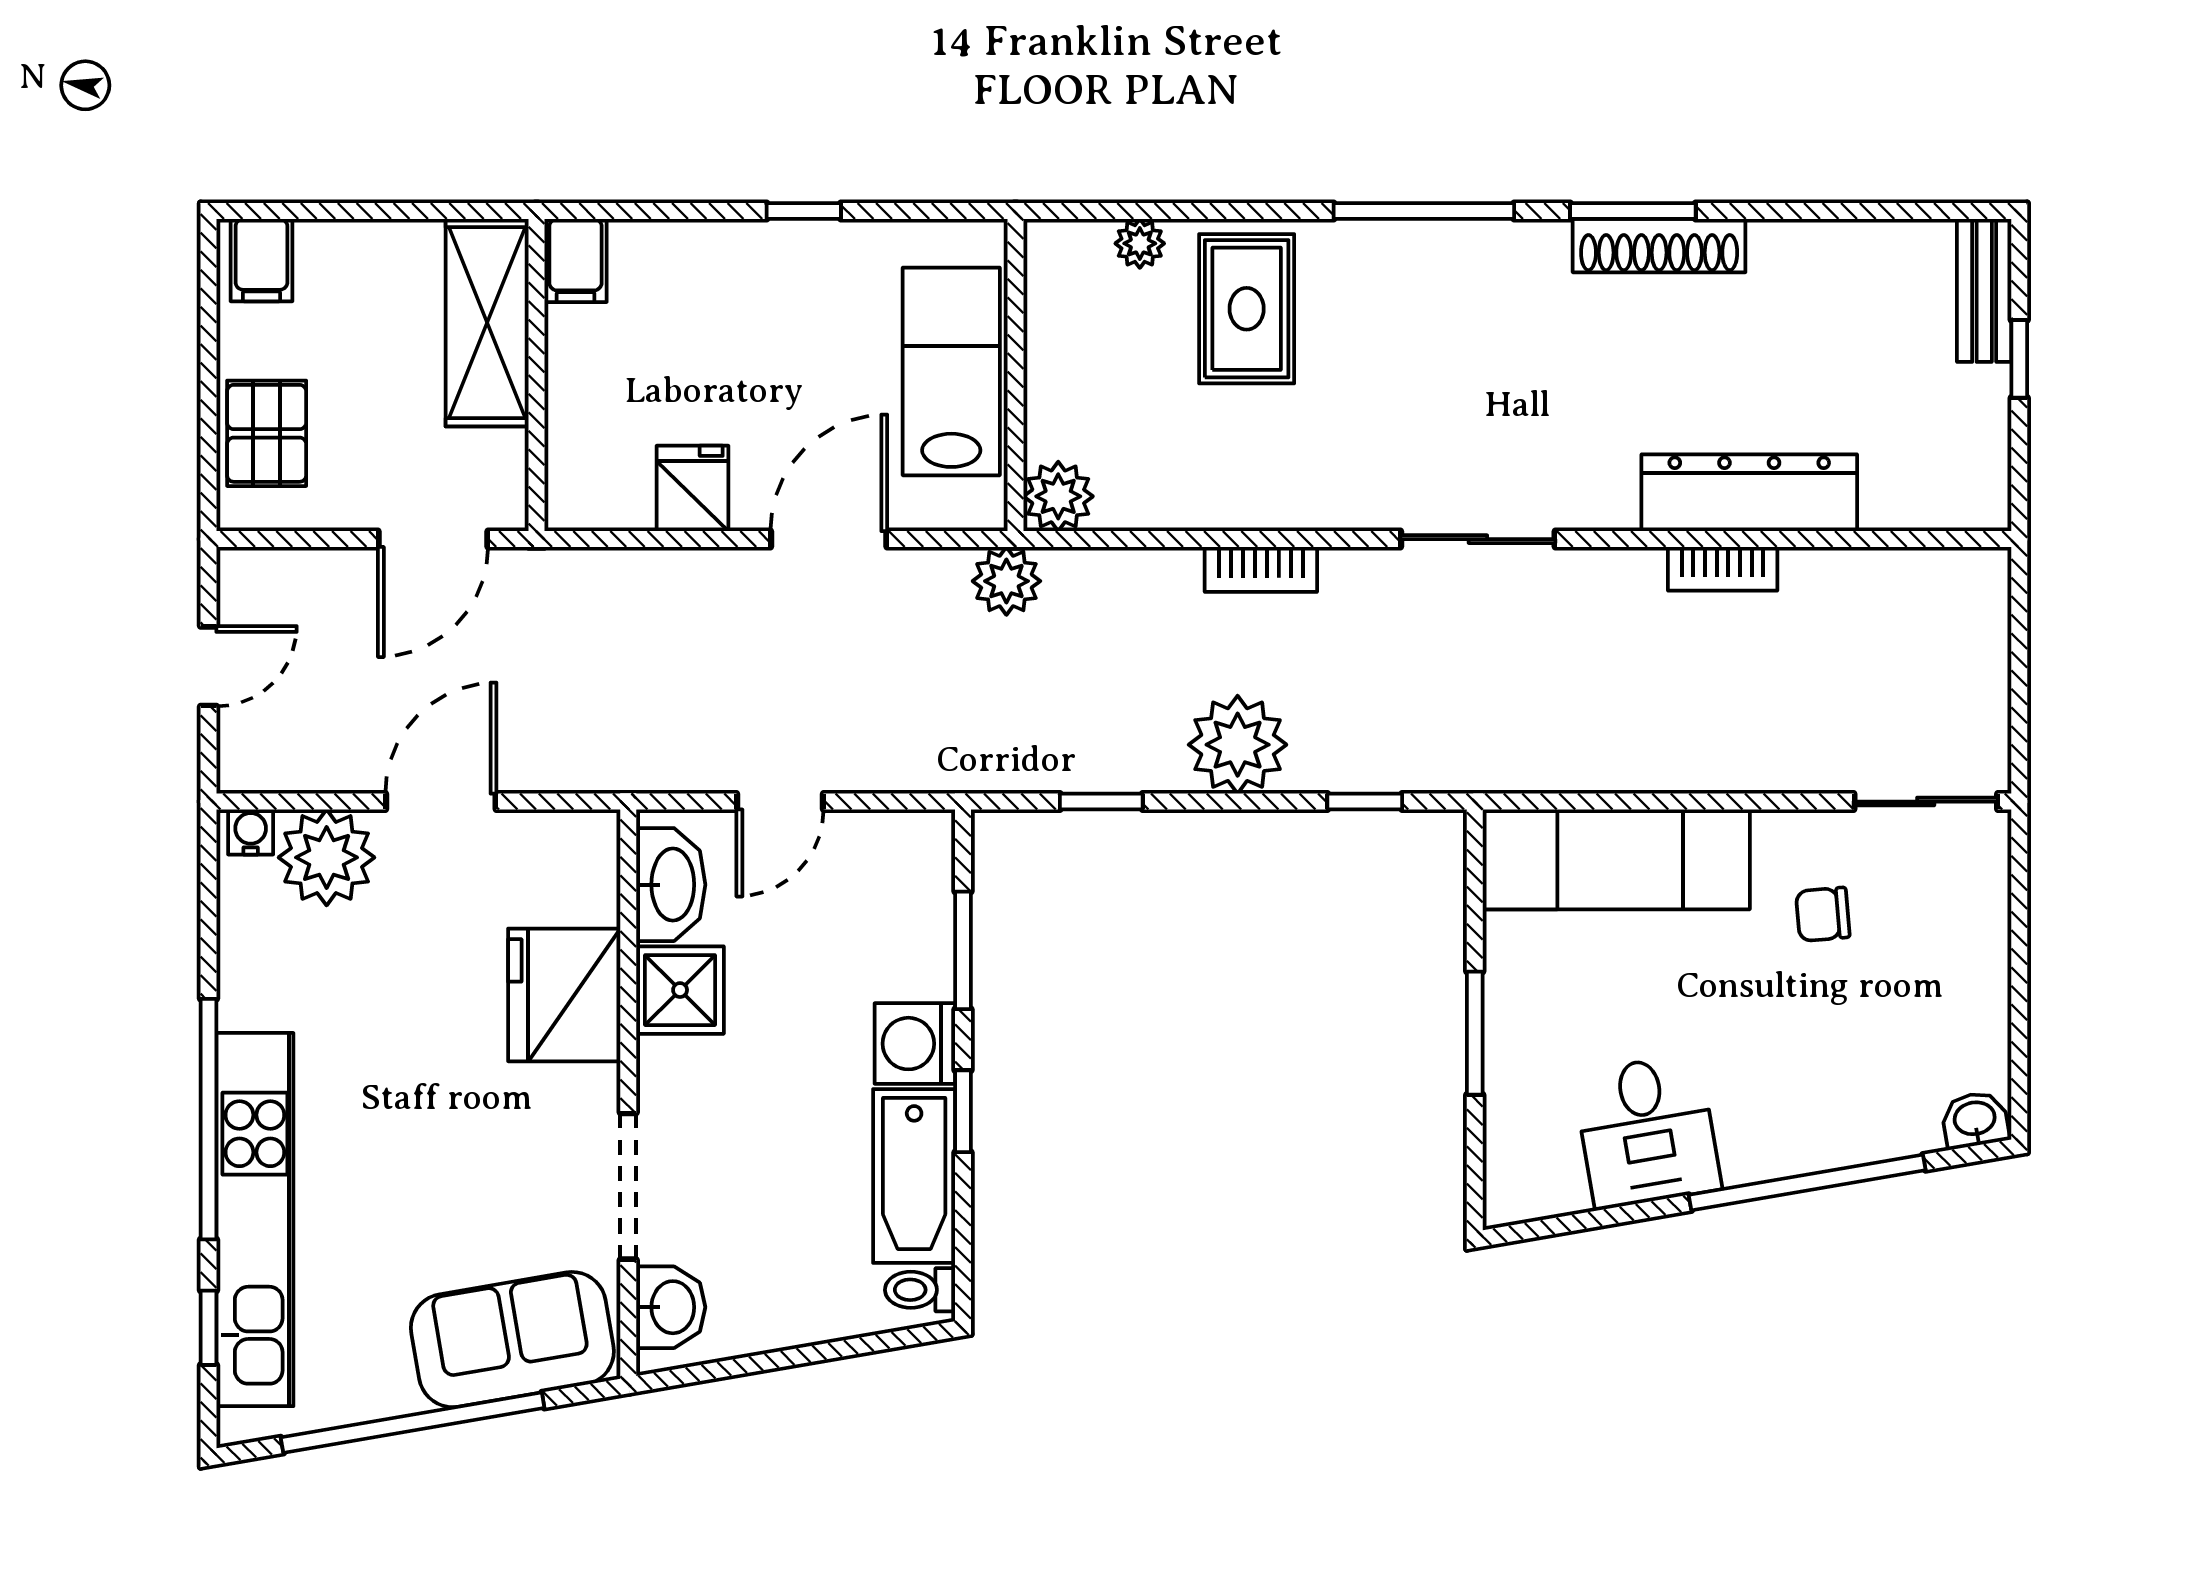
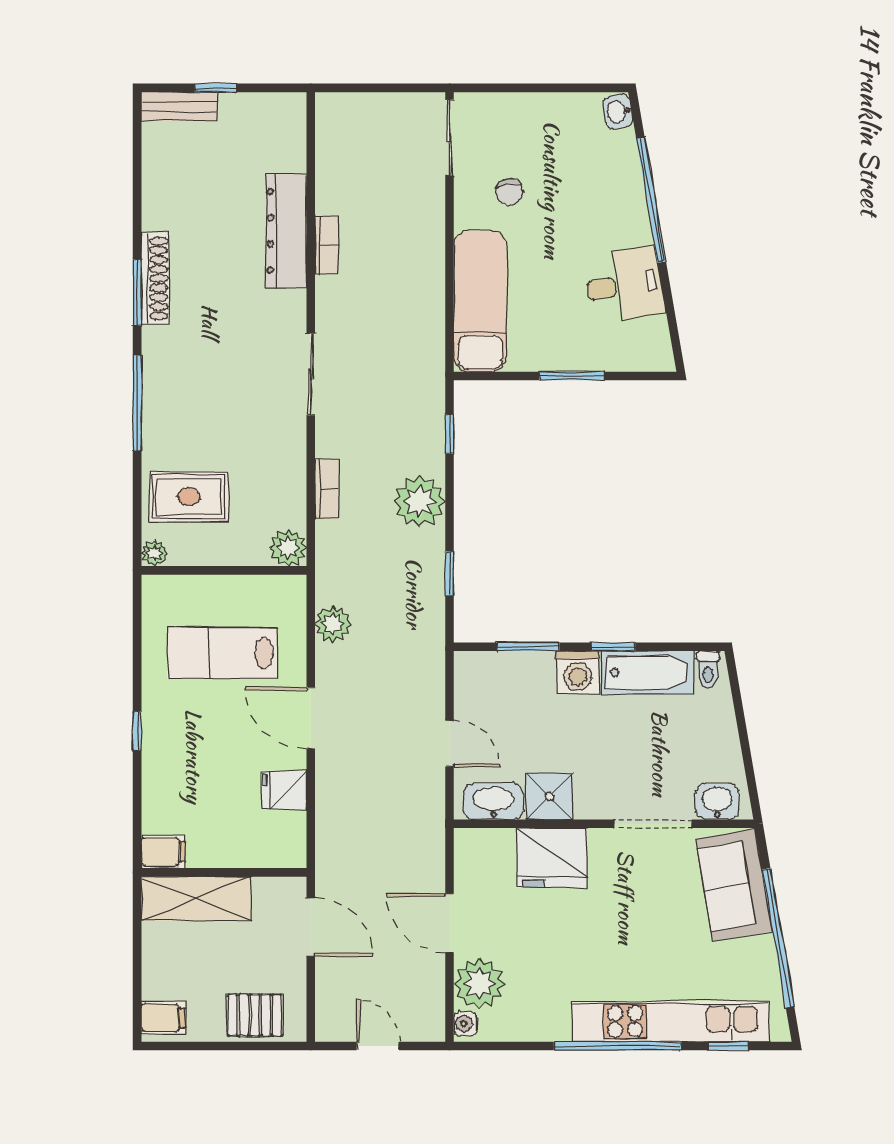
wall: (1015, 375) -> (224, 570), moved
plant: (1058, 496) -> (288, 548), moved

